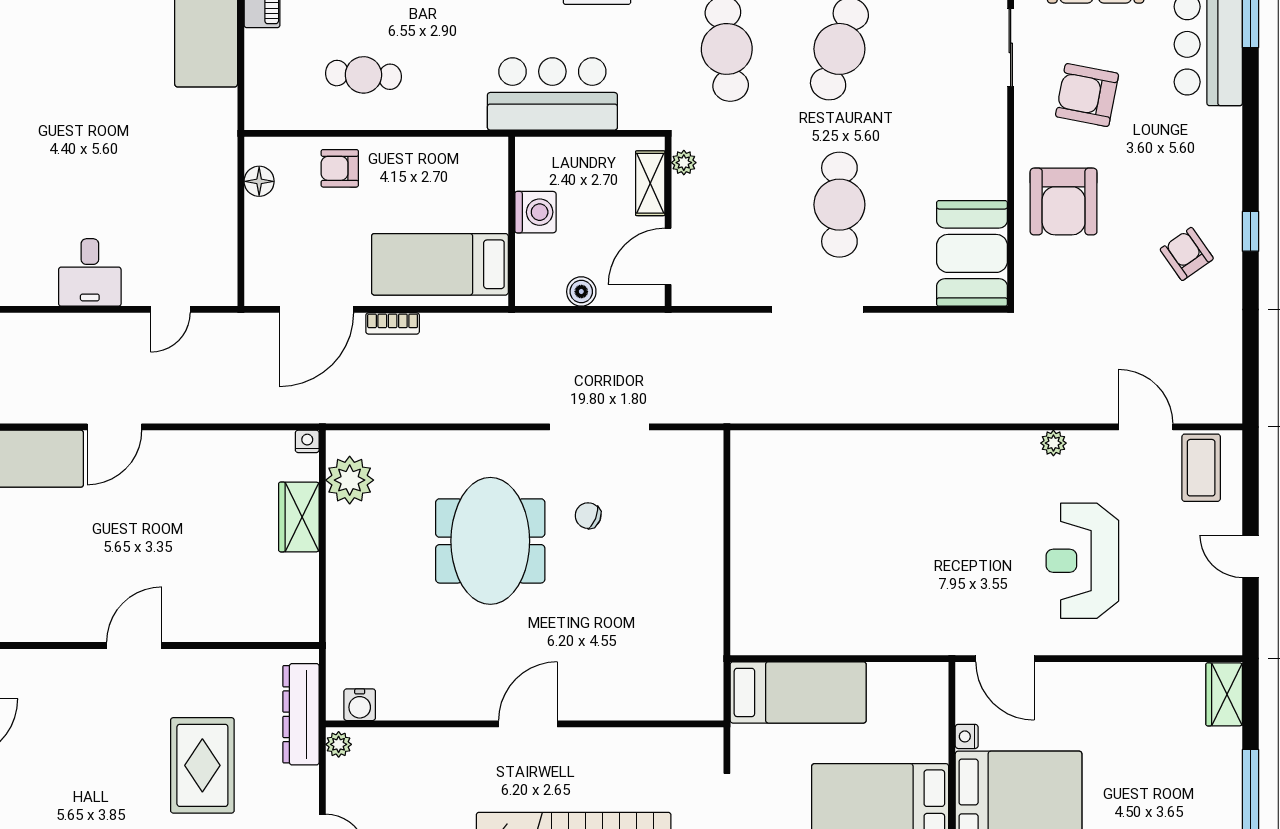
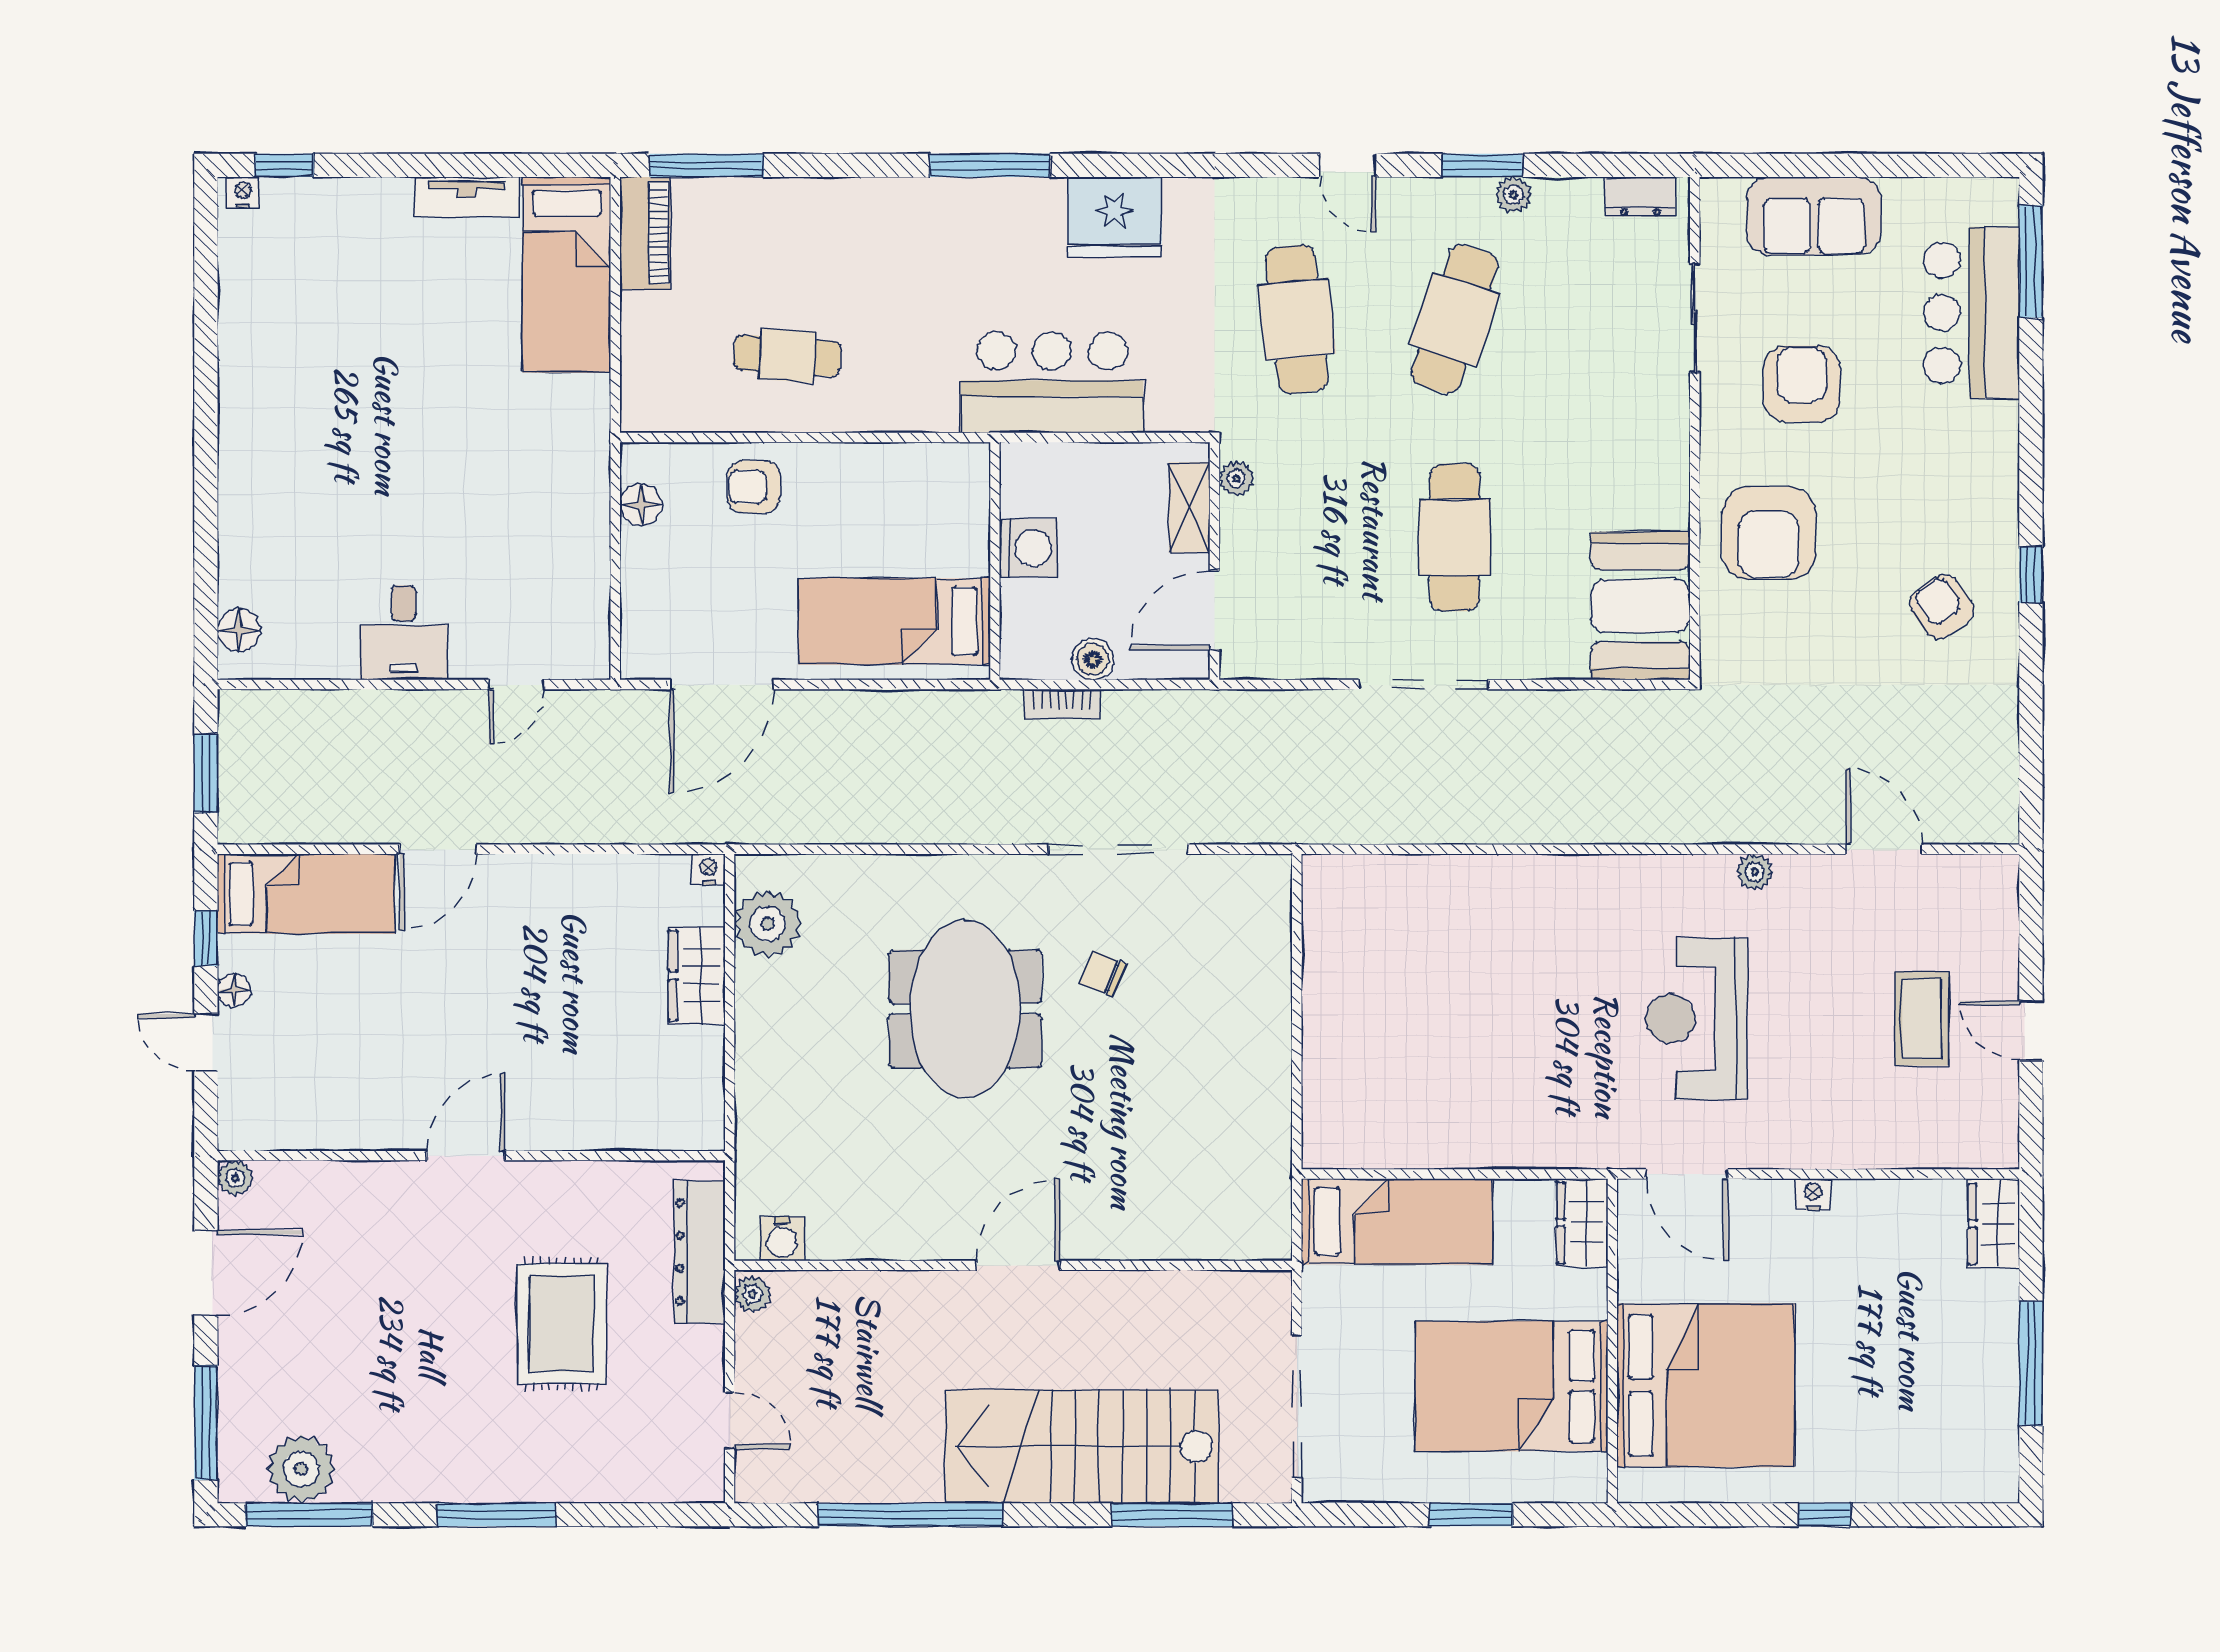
armchair: (1087, 95) -> (1802, 384), turned 79
bookcase: (393, 323) -> (1062, 704), moved
coffee table: (1201, 468) -> (1922, 1019), moved
reception desk: (1082, 561) -> (1697, 1019), moved
wardrobe: (930, 693) -> (1582, 1223), added
nightstand: (967, 736) -> (1813, 1195), moved, turned 90

